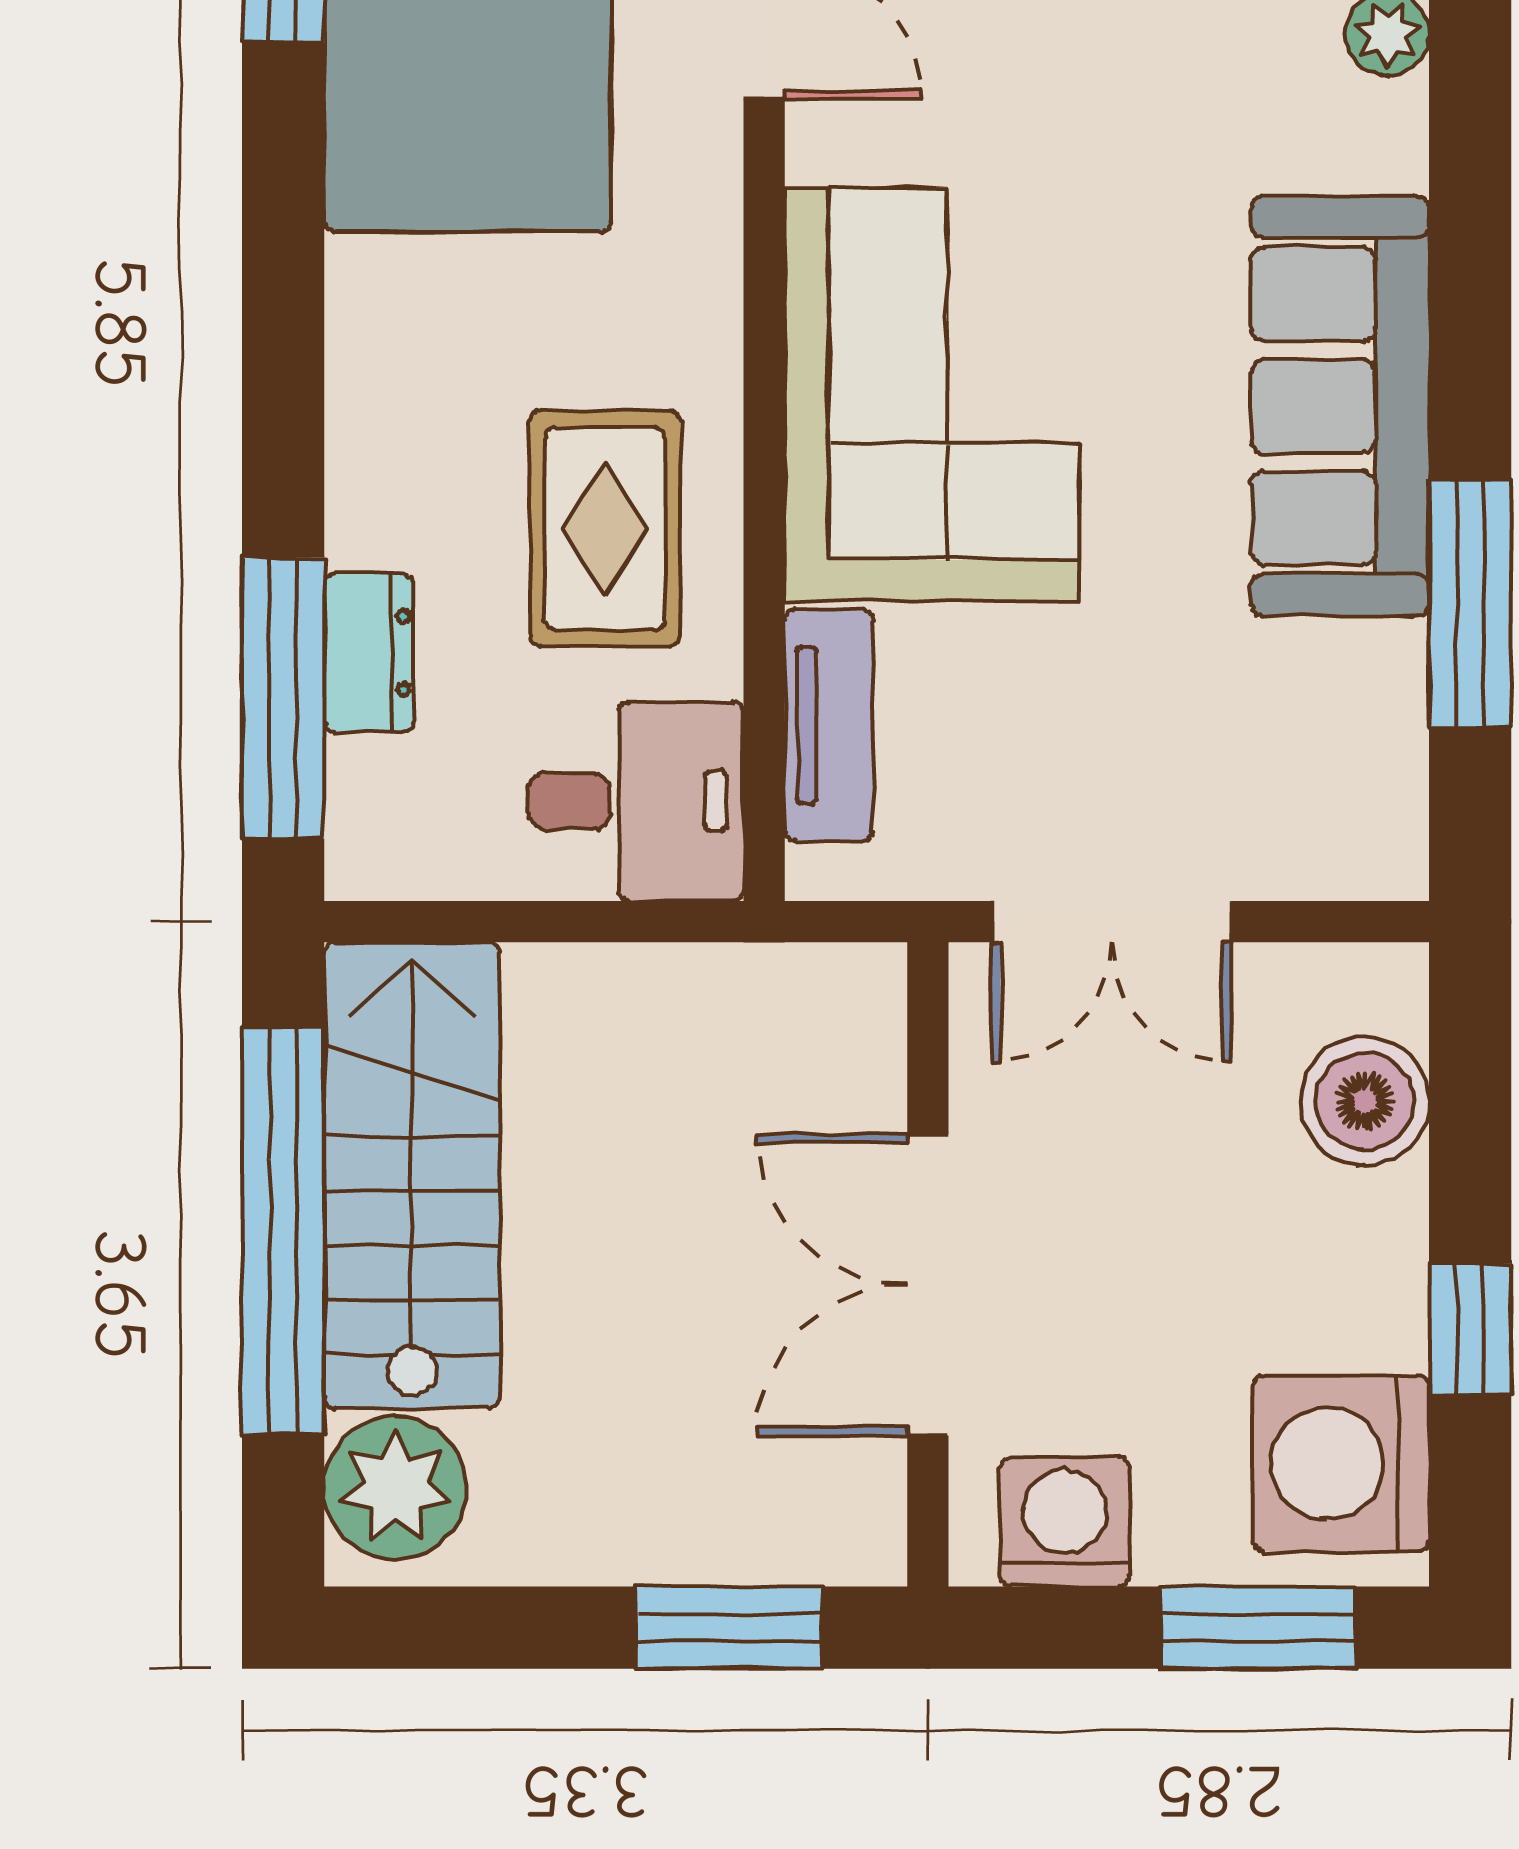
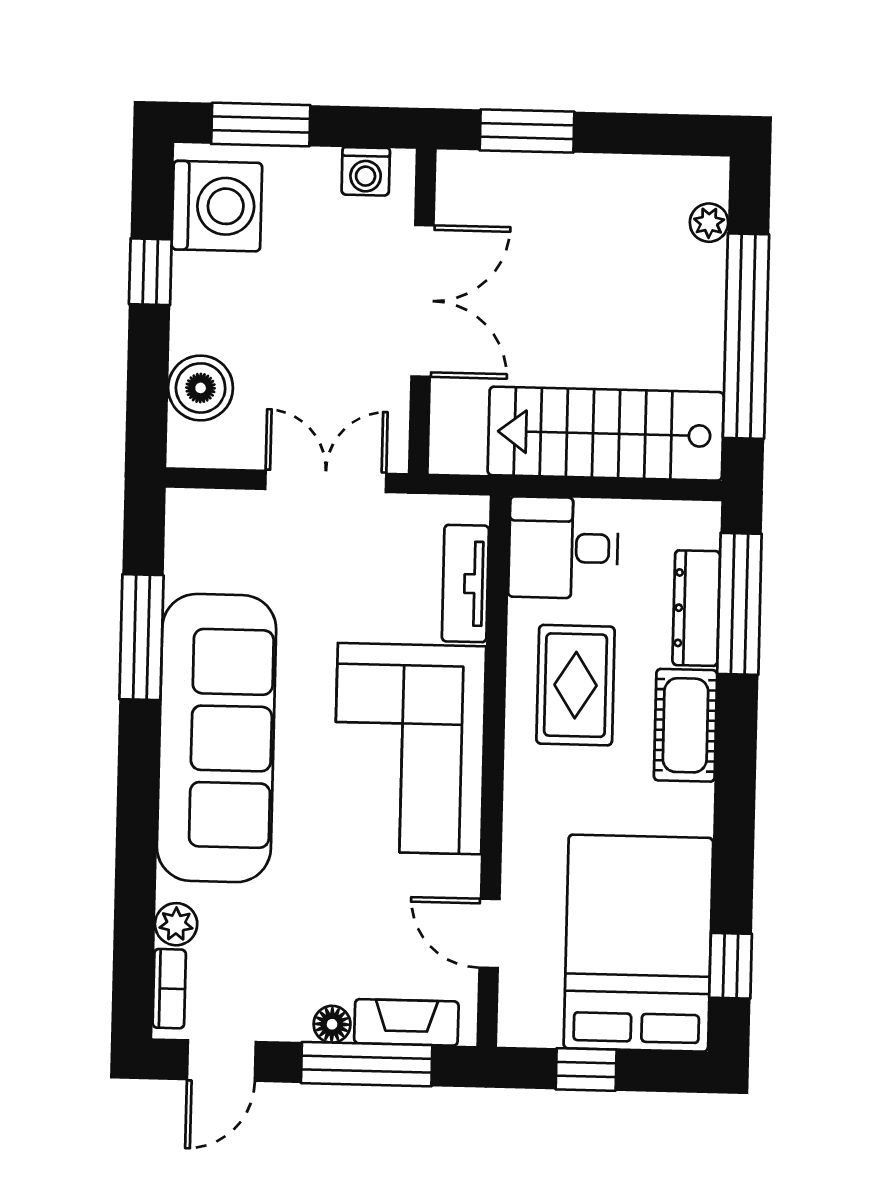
sofa: (1340, 406) -> (217, 738), width x1.36, depth x1.27
cot: (384, 454) -> (686, 725), added
dresser: (369, 653) -> (696, 608), width x1.44
stairs: (412, 1175) -> (606, 434), moved, turned 90
plant: (395, 1488) -> (709, 223), width x0.53, depth x0.53
washing machine: (1065, 1522) -> (366, 171), width x0.73, depth x0.73

